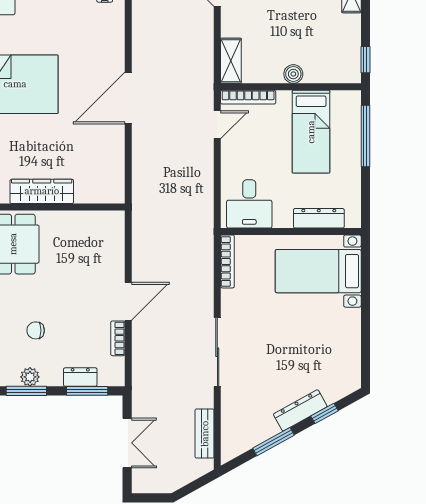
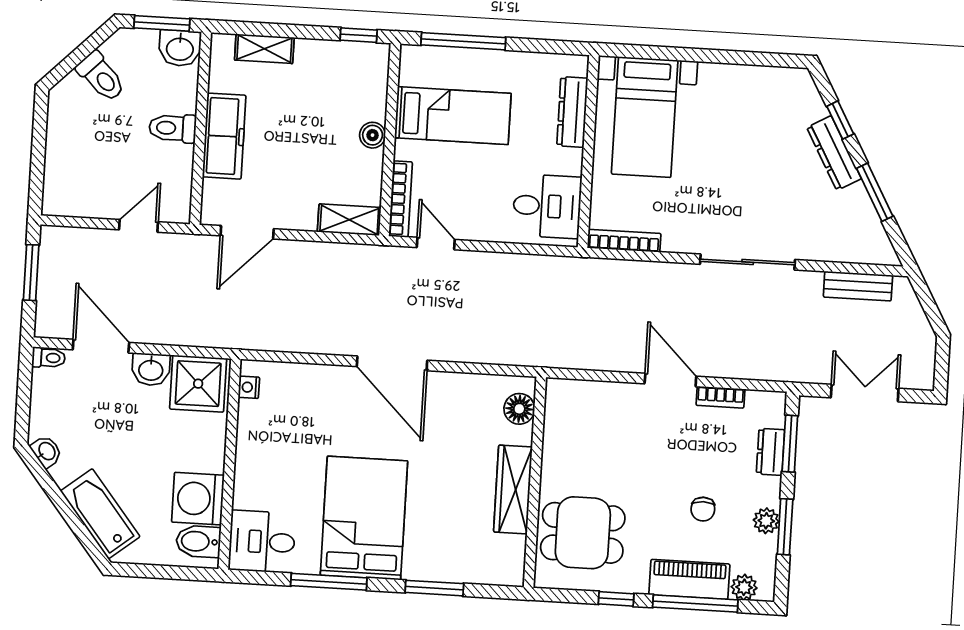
floor lamp: (101, 193) -> (519, 409), added

